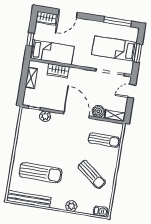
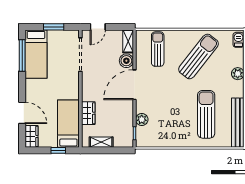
bed: (114, 49) -> (36, 54), moved
door: (132, 91) -> (98, 27), hinge flipped
sun lounger: (92, 174) -> (199, 56), width x1.36, depth x1.34

